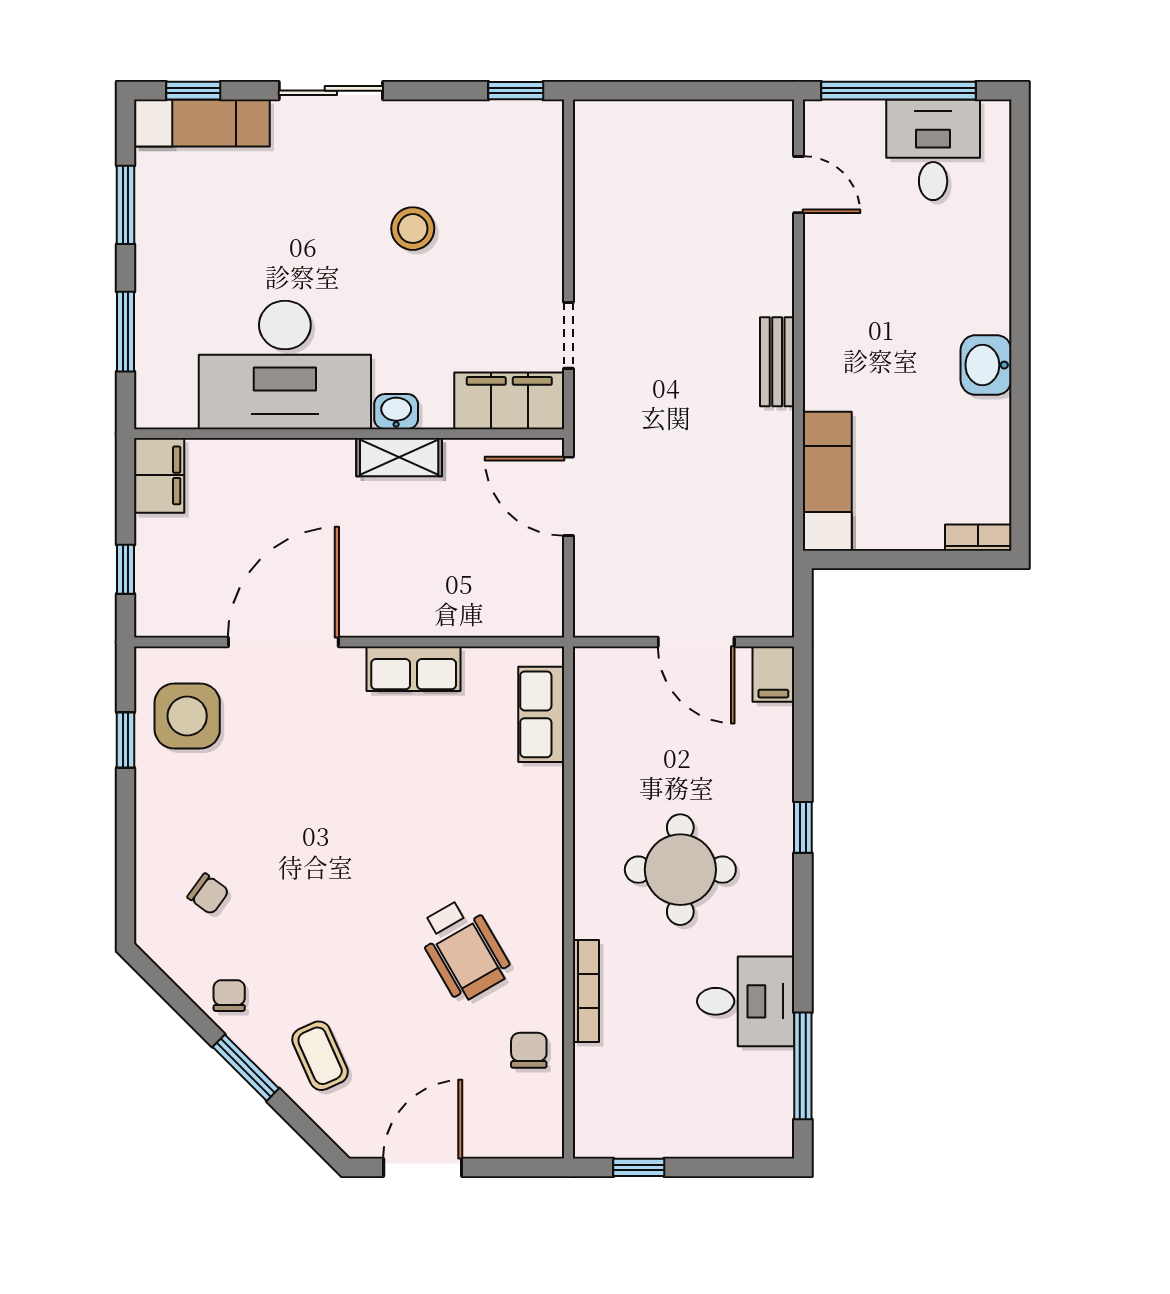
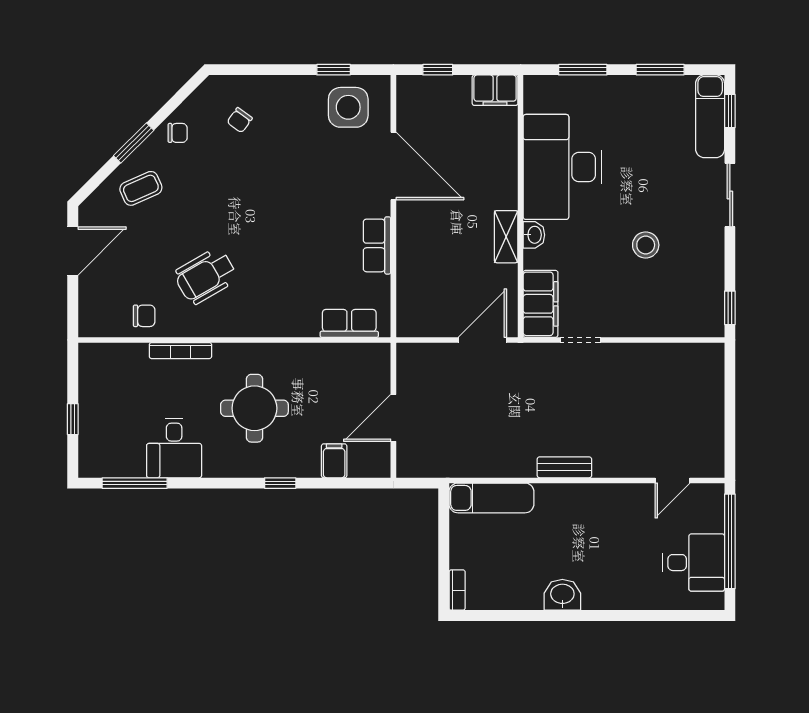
filing cabinet: (773, 674) -> (334, 461), moved, turned 90
door: (423, 1167) -> (73, 251), hinge flipped
window: (639, 1167) -> (73, 419), moved

